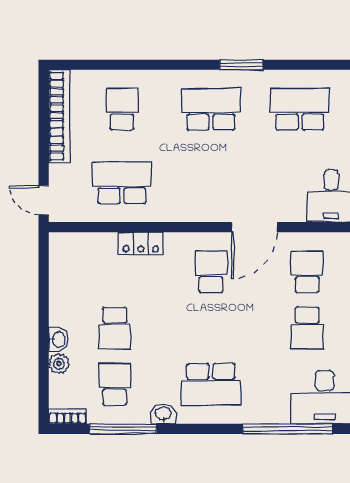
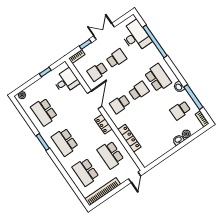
school desk: (122, 109) -> (86, 172), width x1.85
locker: (193, 211) -> (103, 124), added
door: (254, 227) -> (95, 100), hinge flipped
locker: (141, 243) -> (129, 138), width x1.53
school desk: (115, 328) -> (139, 91), moved

